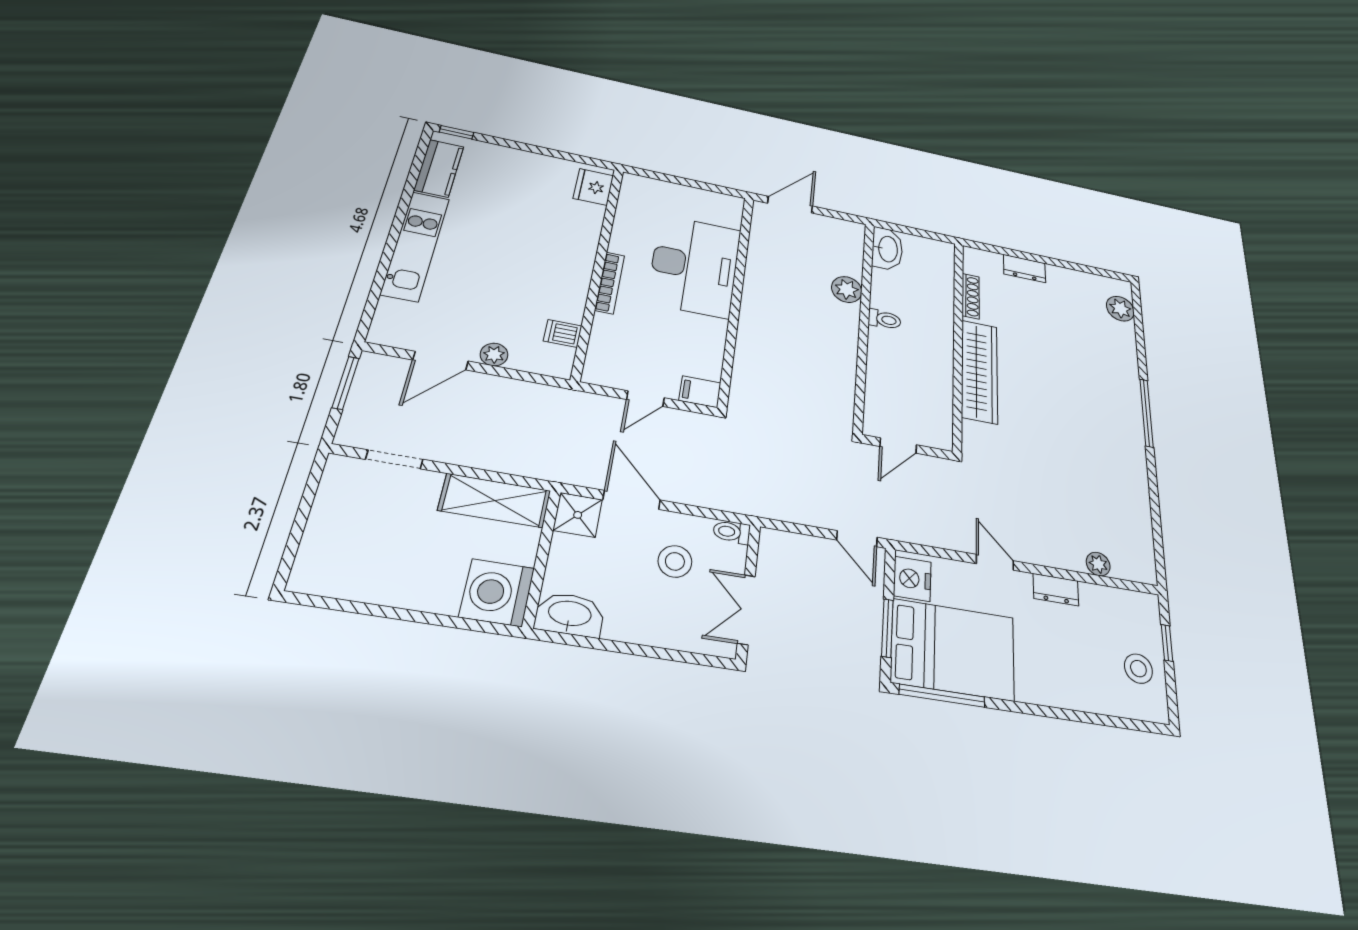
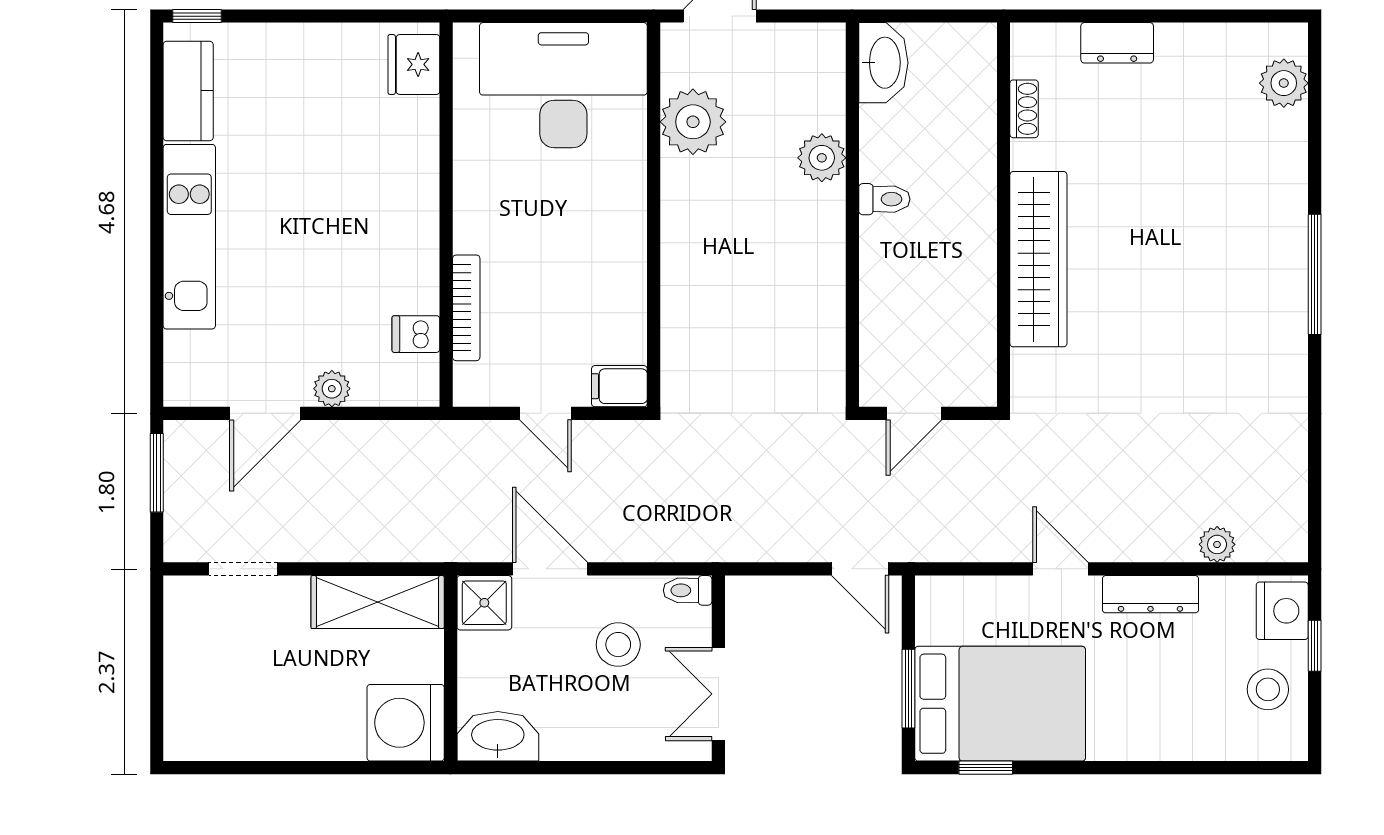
plant: (768, 254) -> (693, 122), added
desk: (694, 266) -> (563, 85), moved, turned -90
bookcase: (610, 283) -> (466, 308), moved
shoe rack: (971, 296) -> (1024, 109), width x0.70
door: (645, 399) -> (546, 413), hinge flipped
nightstand: (912, 579) -> (1282, 611), moved, turned 180
dresser: (1056, 590) -> (1150, 594), width x1.44
window: (942, 696) -> (986, 768), width x0.46

